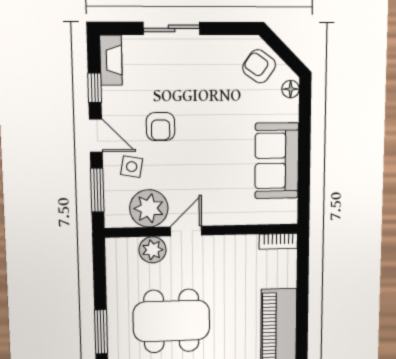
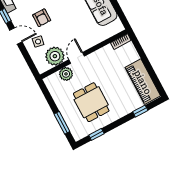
window: (97, 190) -> (28, 59), removed
dining table: (171, 321) -> (91, 102), width x0.73

